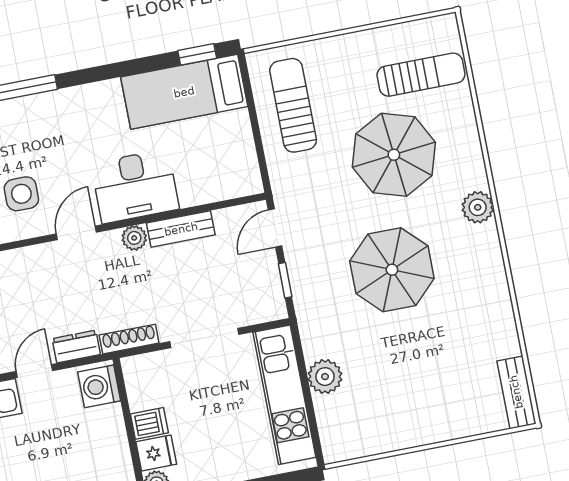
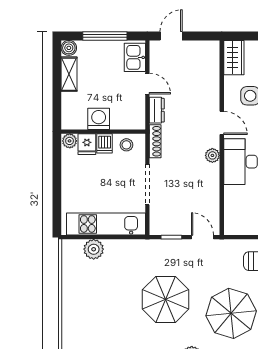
bench: (181, 229) -> (212, 183), removed
plant: (325, 377) -> (94, 249), moved
washing machine: (99, 386) -> (99, 119), moved
stool: (145, 386) -> (126, 145), added

